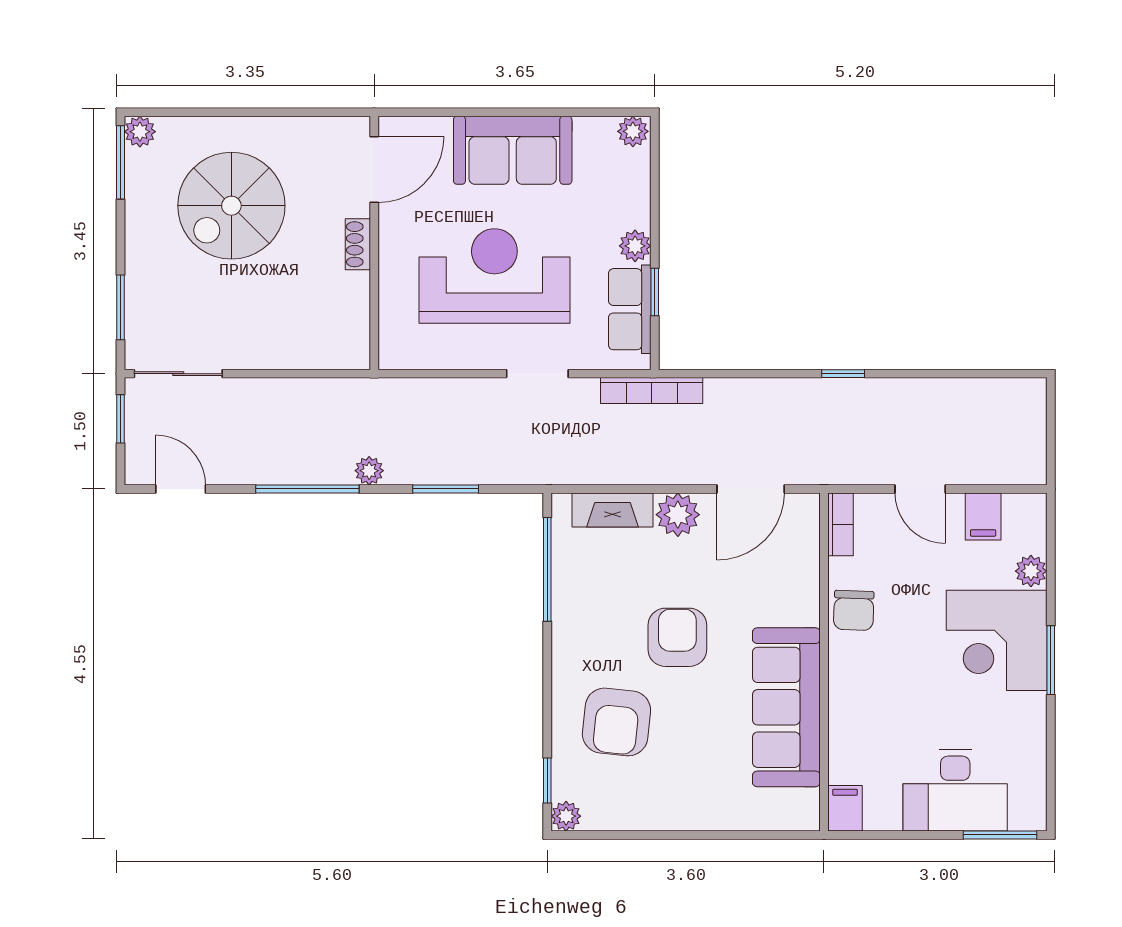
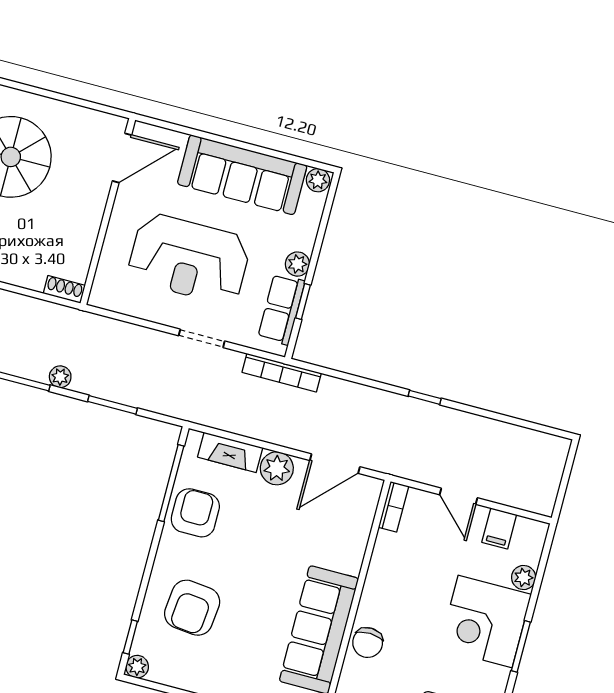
sofa: (513, 150) -> (242, 175), width x1.36
shoe rack: (358, 244) -> (64, 289), moved, turned 90
reception desk: (494, 276) -> (189, 259), turned 180
chair: (854, 610) -> (368, 643), moved
armchair: (677, 637) -> (195, 513), moved

